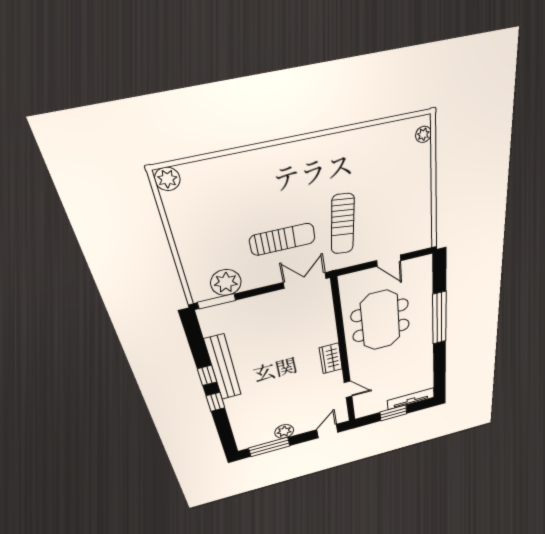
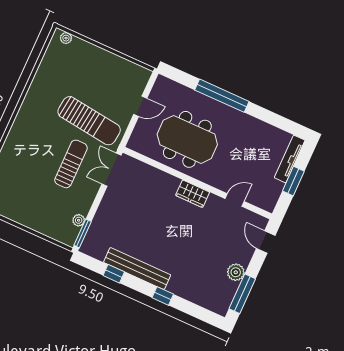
sun lounger: (343, 224) -> (89, 121), width x1.36, depth x1.34
plant: (226, 283) -> (79, 220), width x0.53, depth x0.53
window: (207, 375) -> (114, 274), moved

